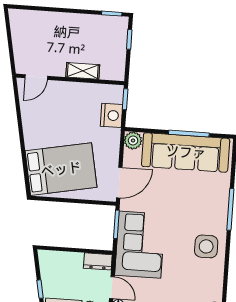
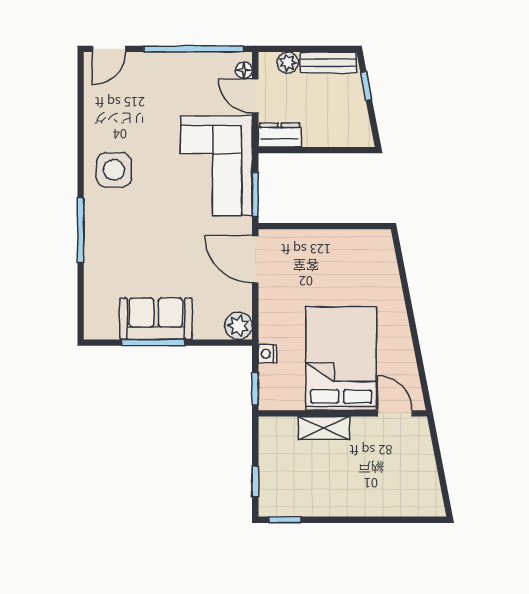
door: (36, 77) -> (395, 413), hinge flipped
nightstand: (111, 115) -> (267, 354), width x0.53, depth x0.56
sofa: (186, 152) -> (156, 319), width x0.54, depth x0.79
bed: (61, 169) -> (341, 359), moved, turned 101
door: (119, 183) -> (255, 259), hinge flipped

